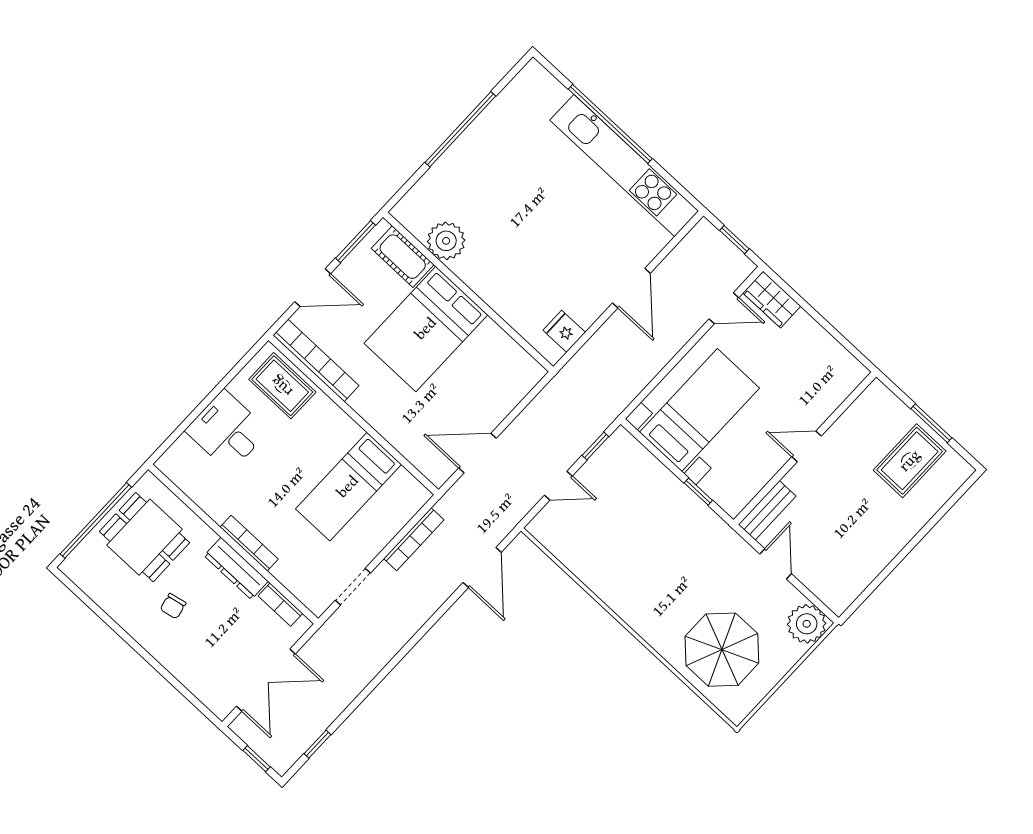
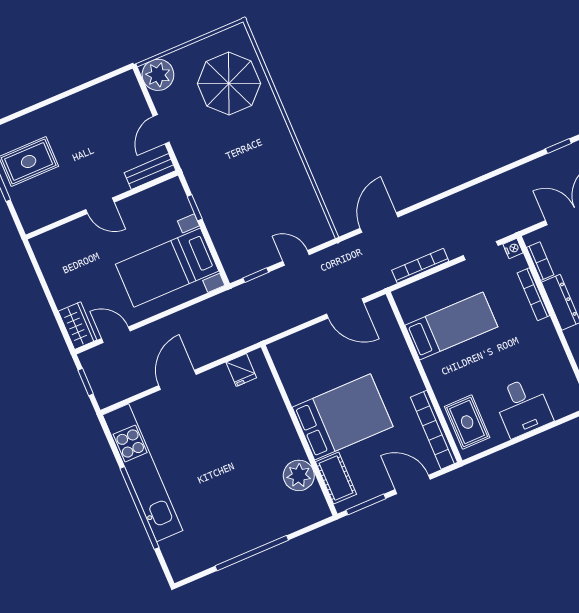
bookcase: (249, 543) -> (534, 294), moved
nightstand: (318, 605) -> (513, 248), added

